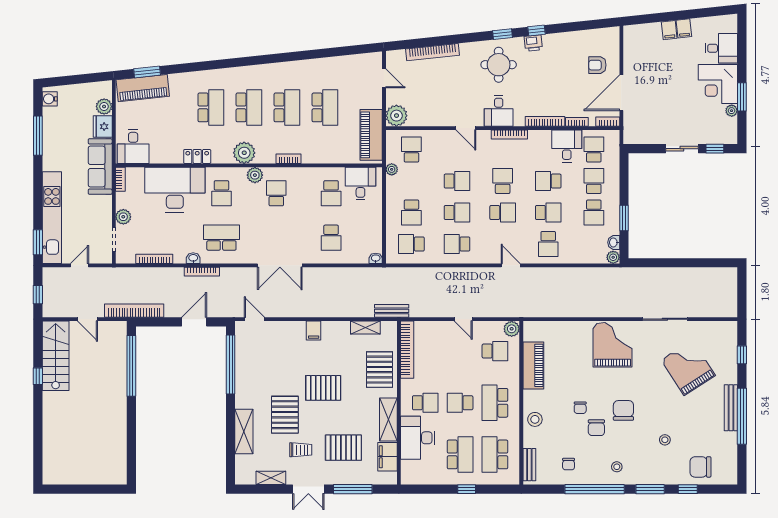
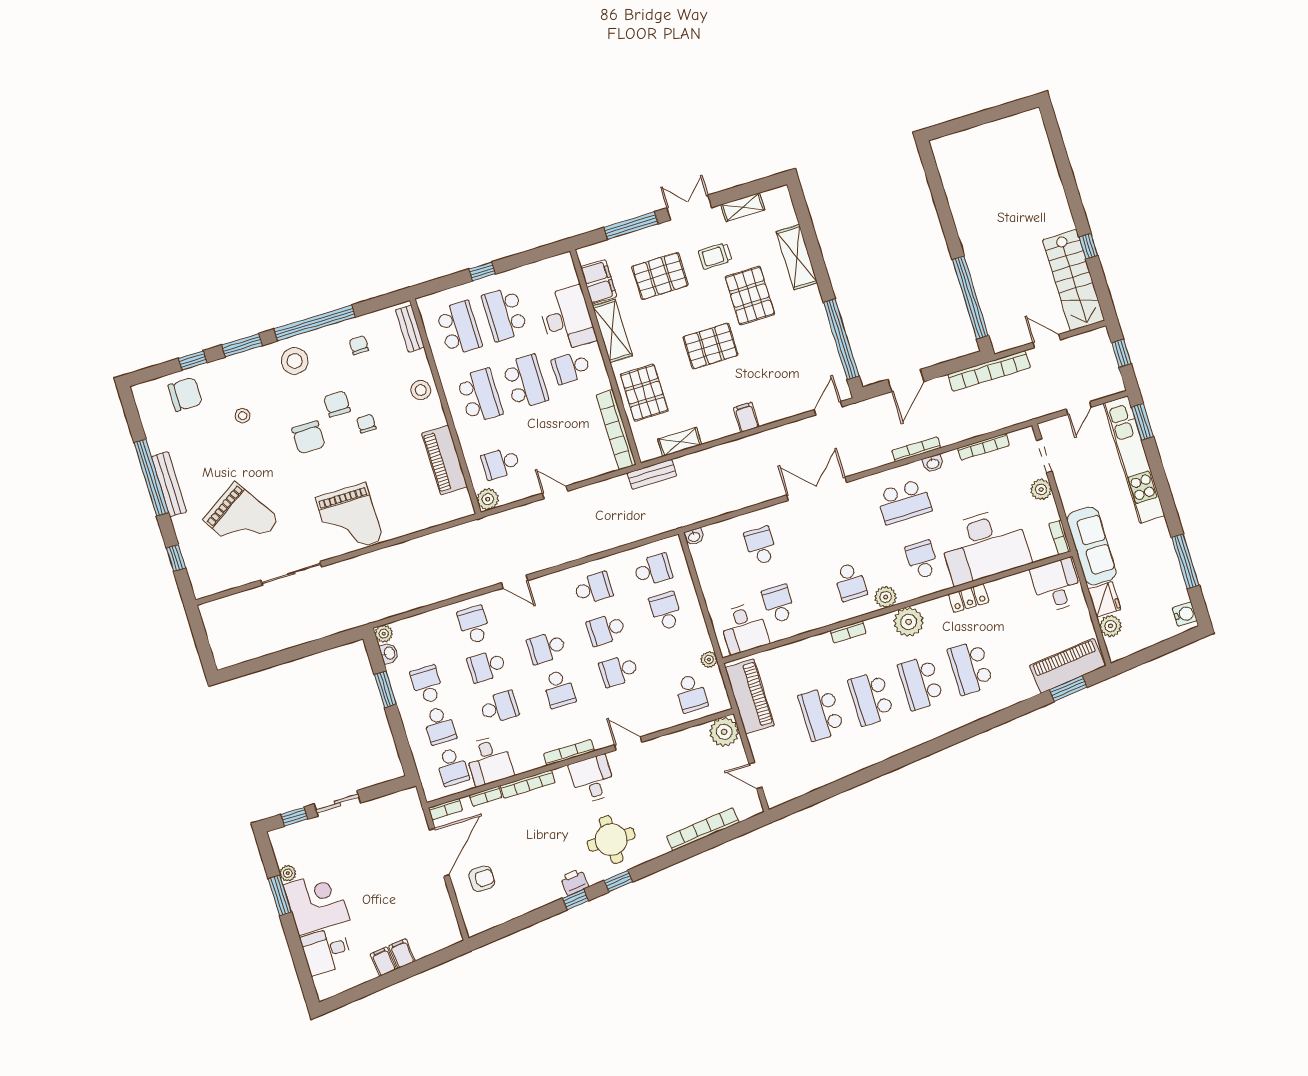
door: (254, 319) -> (828, 408), swing flipped
school desk: (460, 403) -> (525, 382), width x1.85
stool: (617, 467) -> (295, 361), width x1.89, depth x1.89

